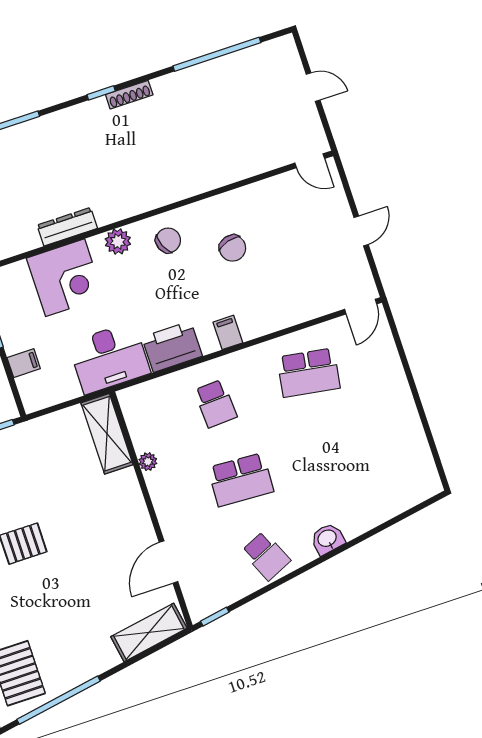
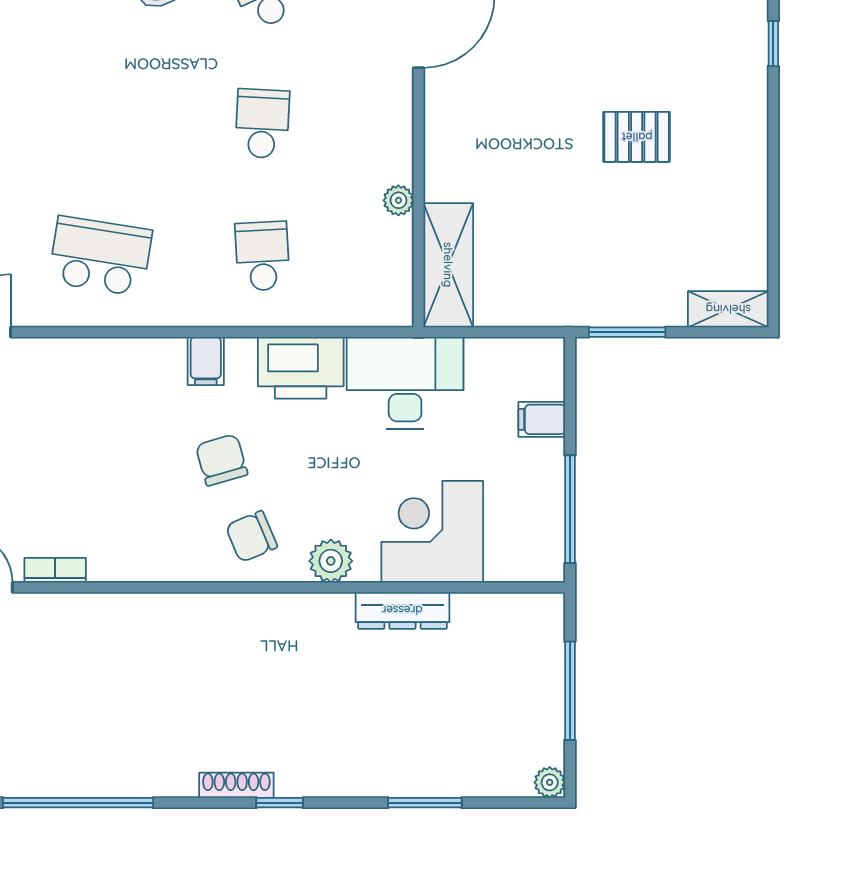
bookcase: (274, 183) -> (55, 570), added
chair: (232, 248) -> (222, 460), moved
school desk: (241, 480) -> (262, 124), width x0.54

